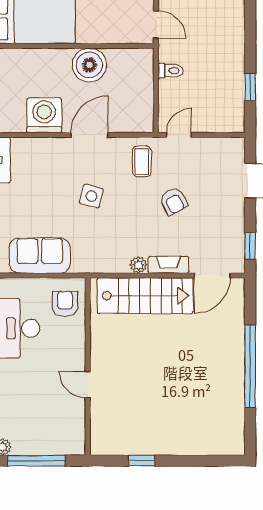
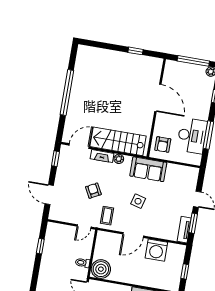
boiler: (89, 65) -> (101, 269), moved
sofa: (40, 256) -> (148, 169), moved
door: (88, 385) -> (158, 98), width x1.88

